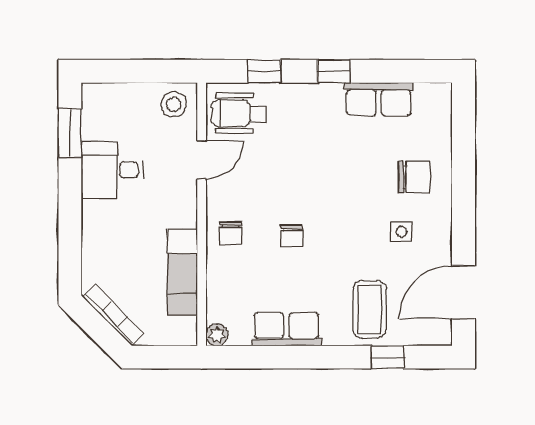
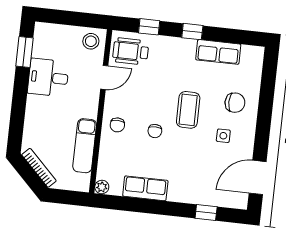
coffee table: (370, 309) -> (188, 110), moved

